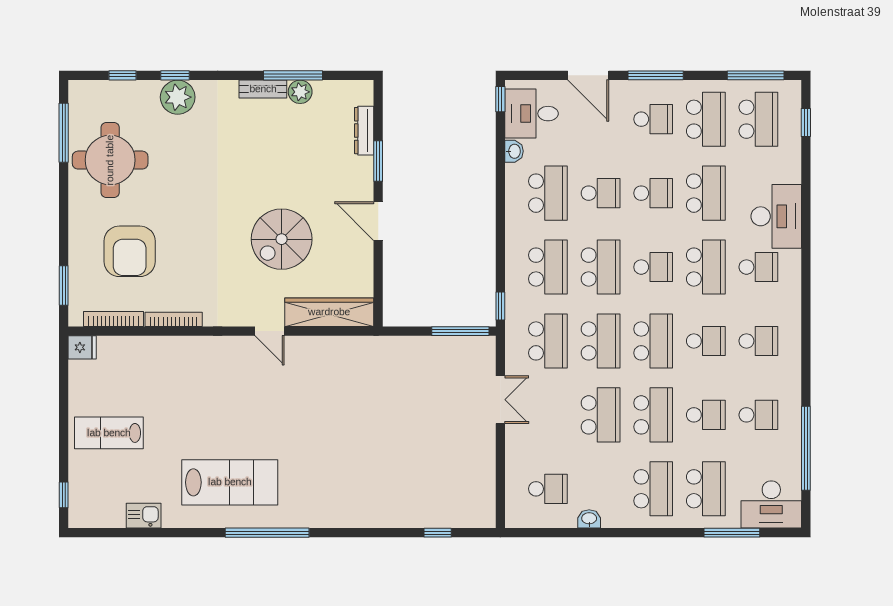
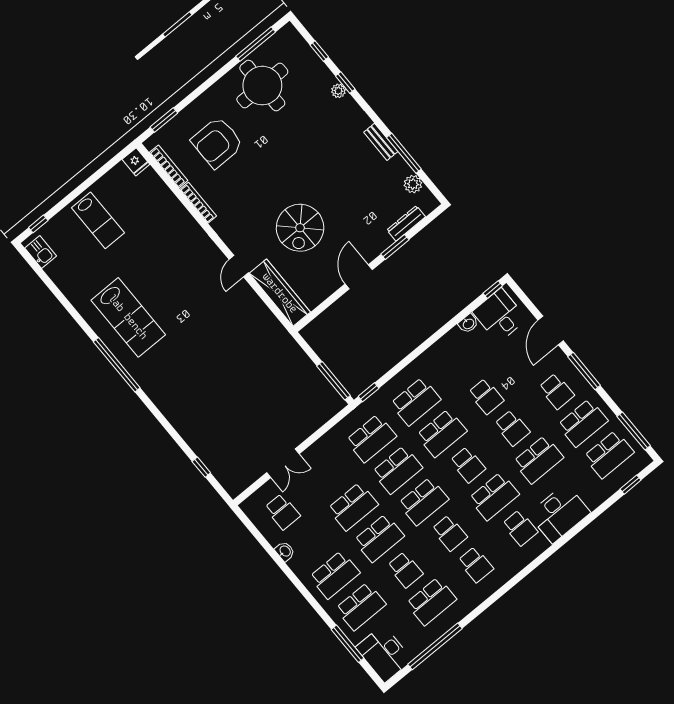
plant: (300, 92) -> (413, 184), moved
plant: (178, 97) -> (338, 91), width x0.53, depth x0.53
school desk: (548, 193) -> (460, 365), removed
spiral stairs: (282, 239) -> (300, 228), turned -90
double door: (500, 400) -> (283, 463), moved
school desk: (758, 415) -> (431, 601), width x1.85
lab bench: (109, 433) -> (98, 220), turned 180
kitchen sink: (144, 516) -> (41, 252), moved

